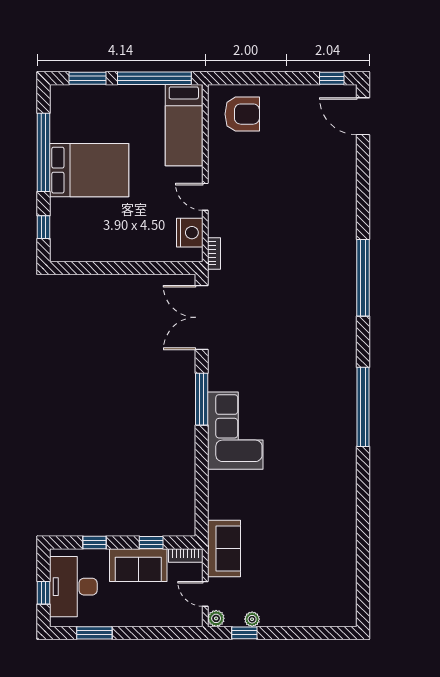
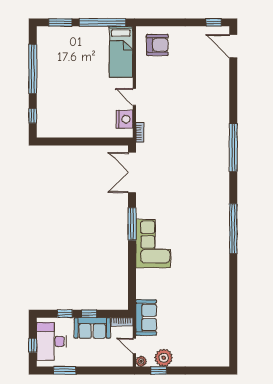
bed: (89, 170) -> (61, 80), removed
window: (151, 542) -> (89, 314), moved
plant: (252, 619) -> (164, 358), width x1.87, depth x1.87

